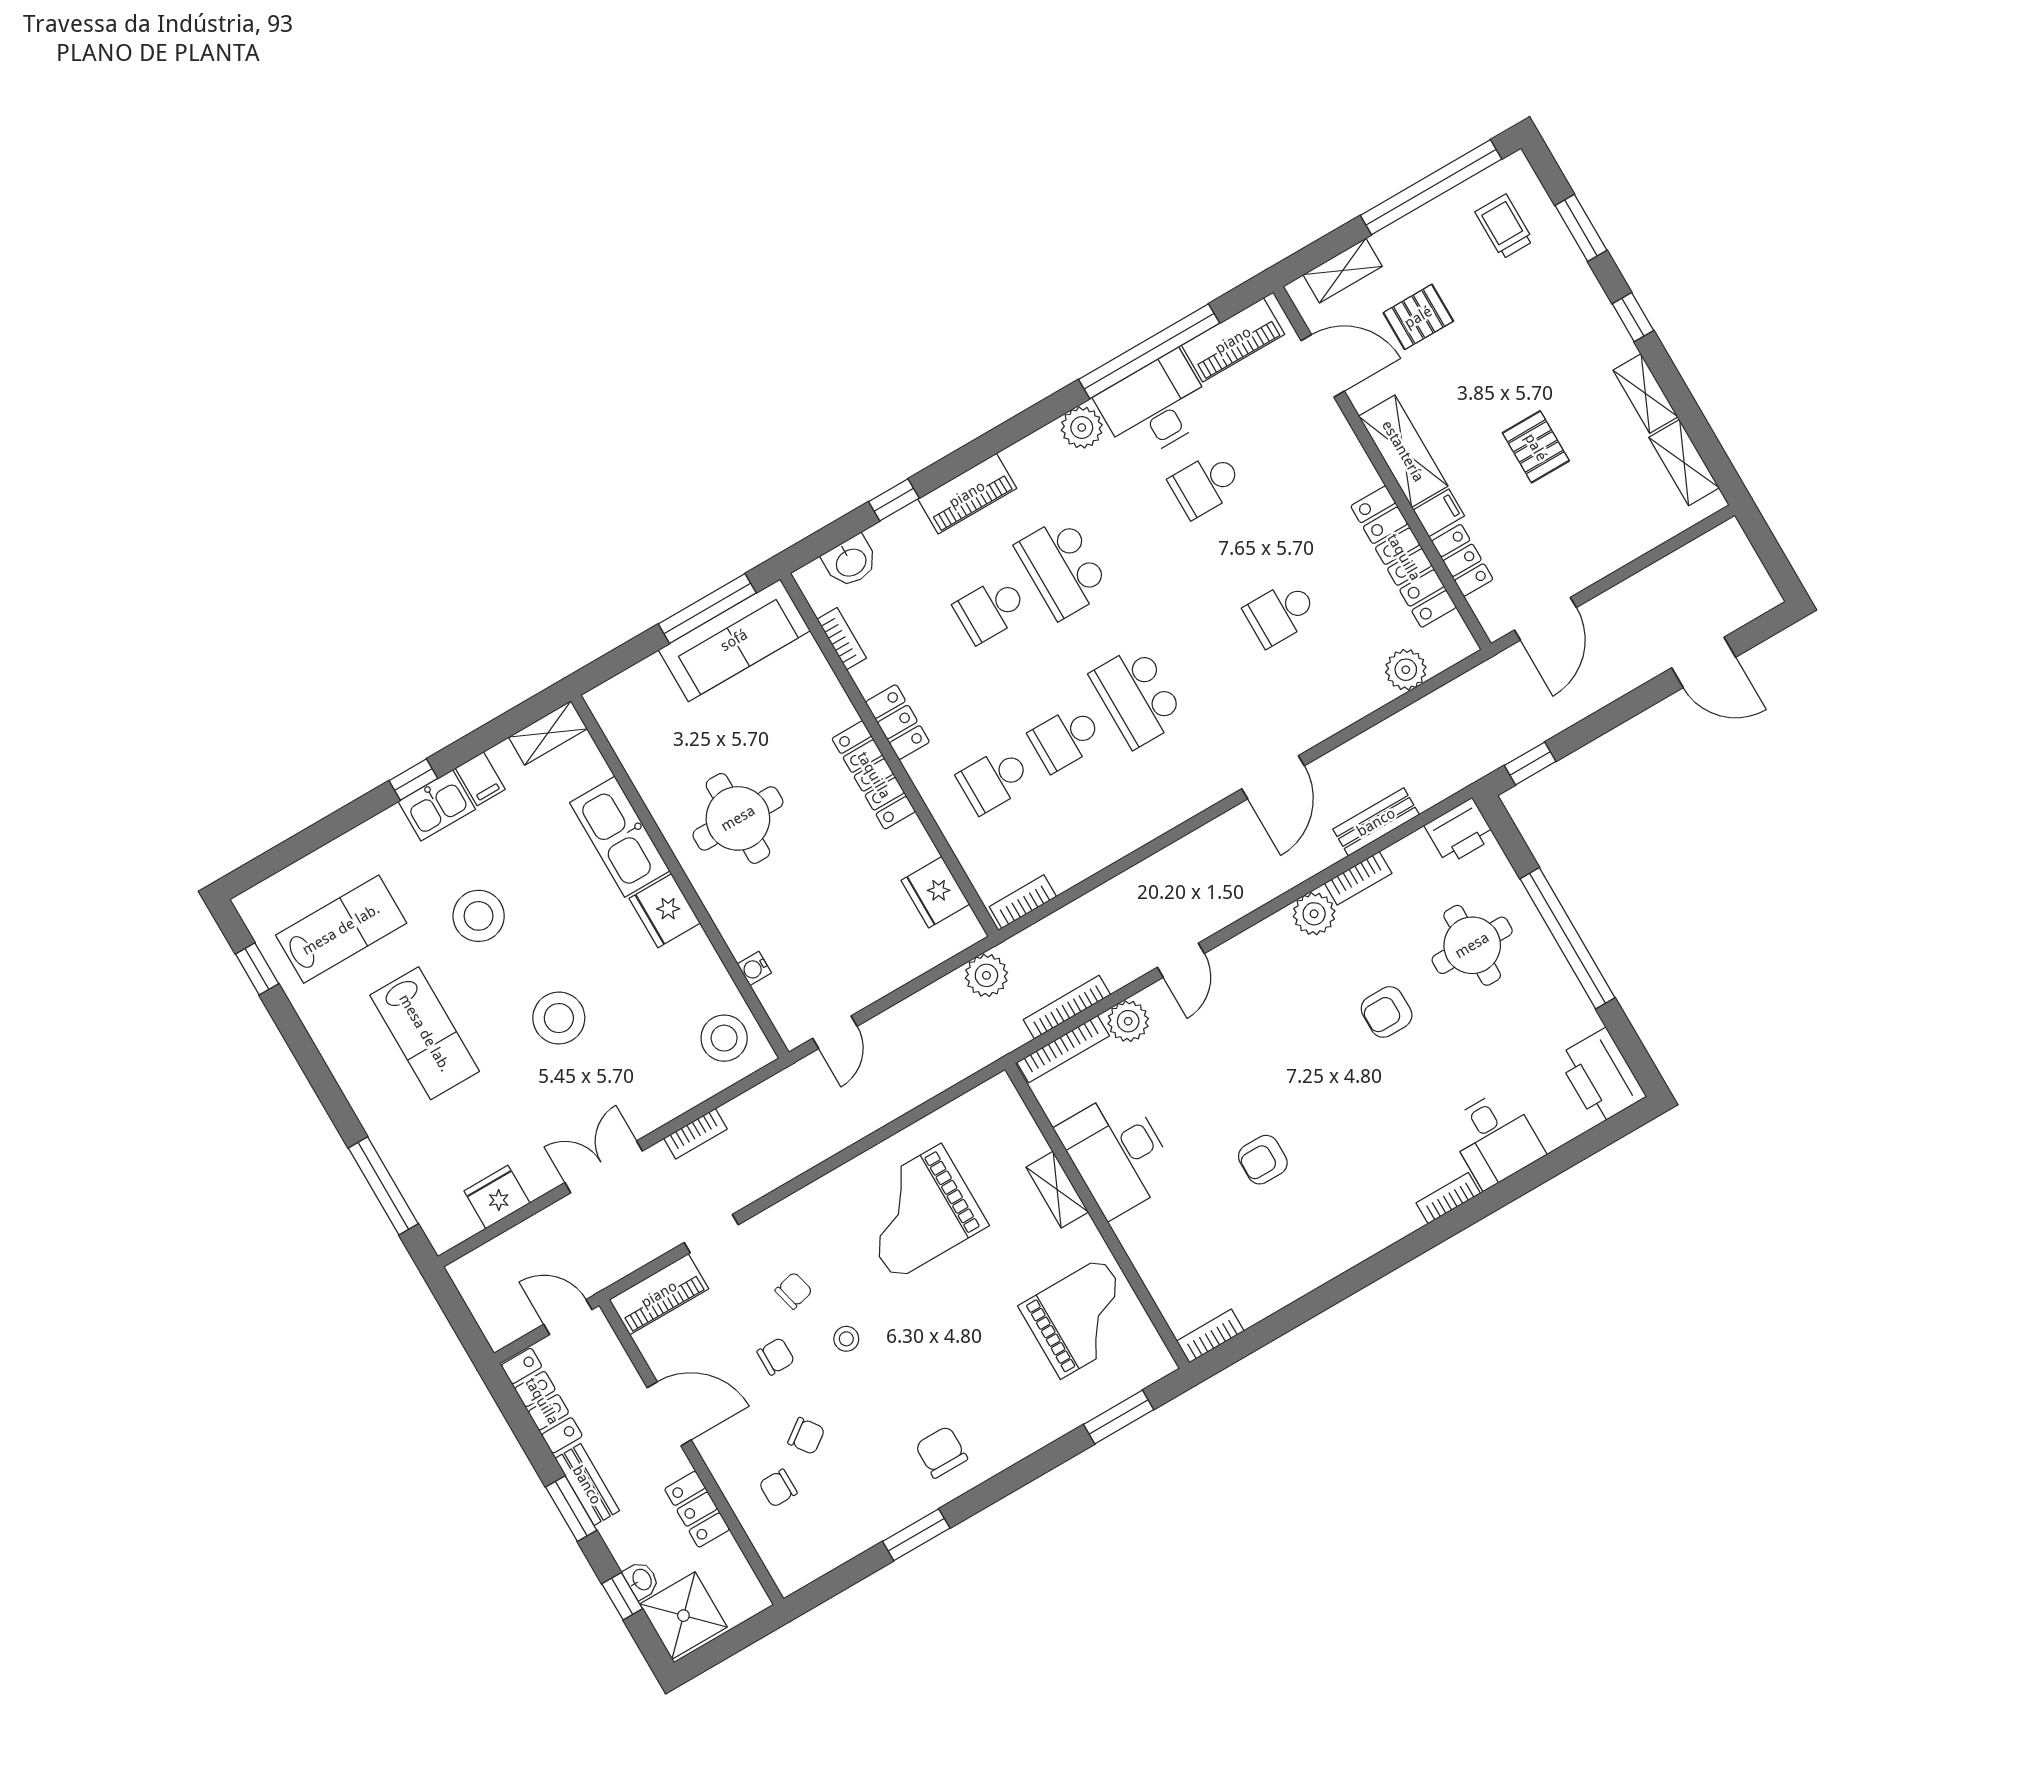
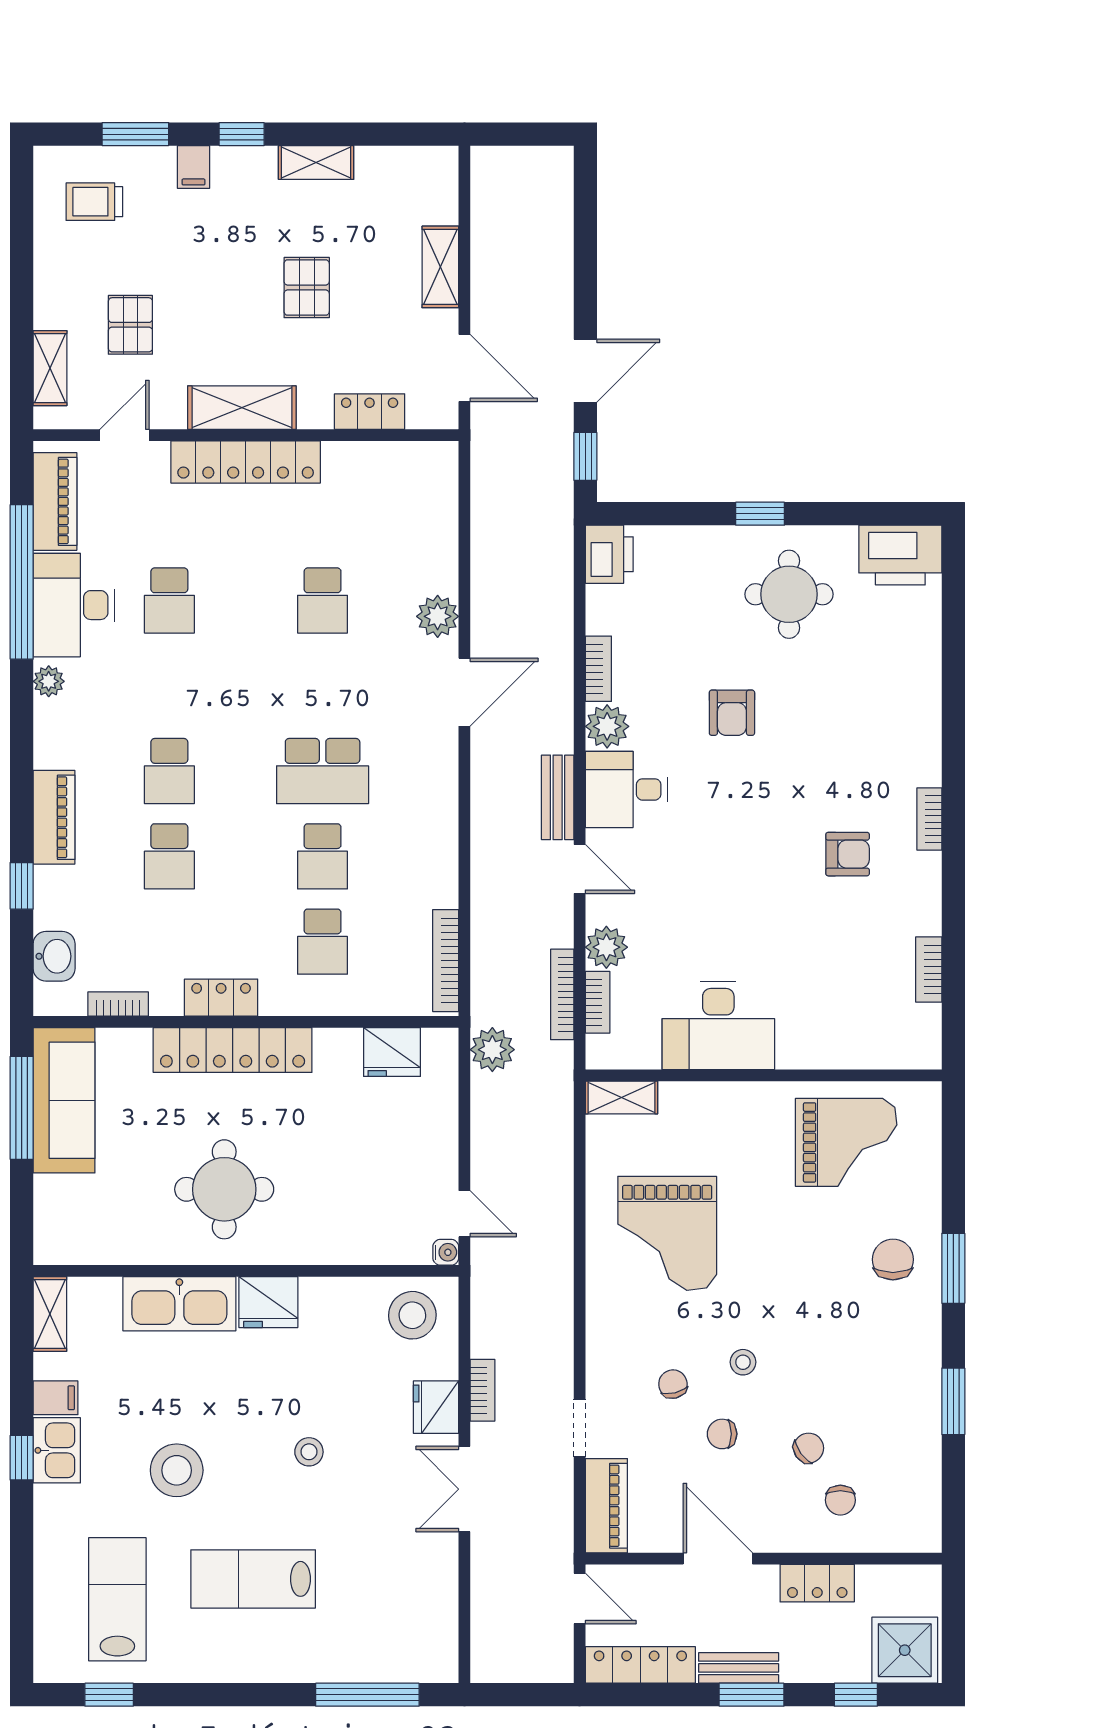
window: (1431, 187) -> (22, 246), removed
door: (1323, 366) -> (124, 435), width x0.73
plant: (1082, 427) -> (49, 681), width x0.73, depth x0.73
pallet: (1536, 447) -> (307, 288), turned 90
shelving: (1684, 463) -> (440, 267), moved, turned 90
filing cabinet: (1439, 513) -> (194, 167), moved, turned 180
locker: (1404, 557) -> (246, 462), moved
school desk: (1062, 568) -> (169, 771), width x0.54
door: (1704, 662) -> (585, 371), moved
plant: (1406, 670) -> (438, 616), moved
locker: (874, 775) -> (233, 1050), width x1.41, depth x1.21
door: (1273, 777) -> (464, 692), hinge flipped
bench: (1376, 822) -> (558, 797), moved
bookcase: (1023, 902) -> (446, 961), width x1.56
window: (1567, 938) -> (760, 514), width x0.32
round table: (1472, 945) -> (789, 594), moved
water cooler: (754, 968) -> (446, 1252), moved, turned -90
stool: (559, 1018) -> (309, 1452), width x0.53, depth x0.53
lab bench: (425, 1033) -> (253, 1579), turned 180
bookcase: (1063, 1049) -> (598, 1002), width x0.64
desk: (1495, 1139) -> (626, 789), moved, turned 180
armchair: (1263, 1160) -> (848, 854), moved, turned -90
shelving: (1057, 1190) -> (621, 1098), moved
fridge: (497, 1197) -> (436, 1407), moved
bookcase: (1448, 1198) -> (929, 819), moved
door: (568, 1317) -> (580, 1599), swing flipped
grand piano: (1081, 1318) -> (846, 1142), turned 90
bookcase: (1210, 1336) -> (929, 970), moved
chair: (776, 1356) -> (722, 1434), turned -90
door: (669, 1414) -> (718, 1559), hinge flipped
window: (1119, 1417) -> (953, 1268), moved
chair: (941, 1452) -> (893, 1260), moved, turned 90
washbasin: (641, 1580) -> (851, 1669), removed

